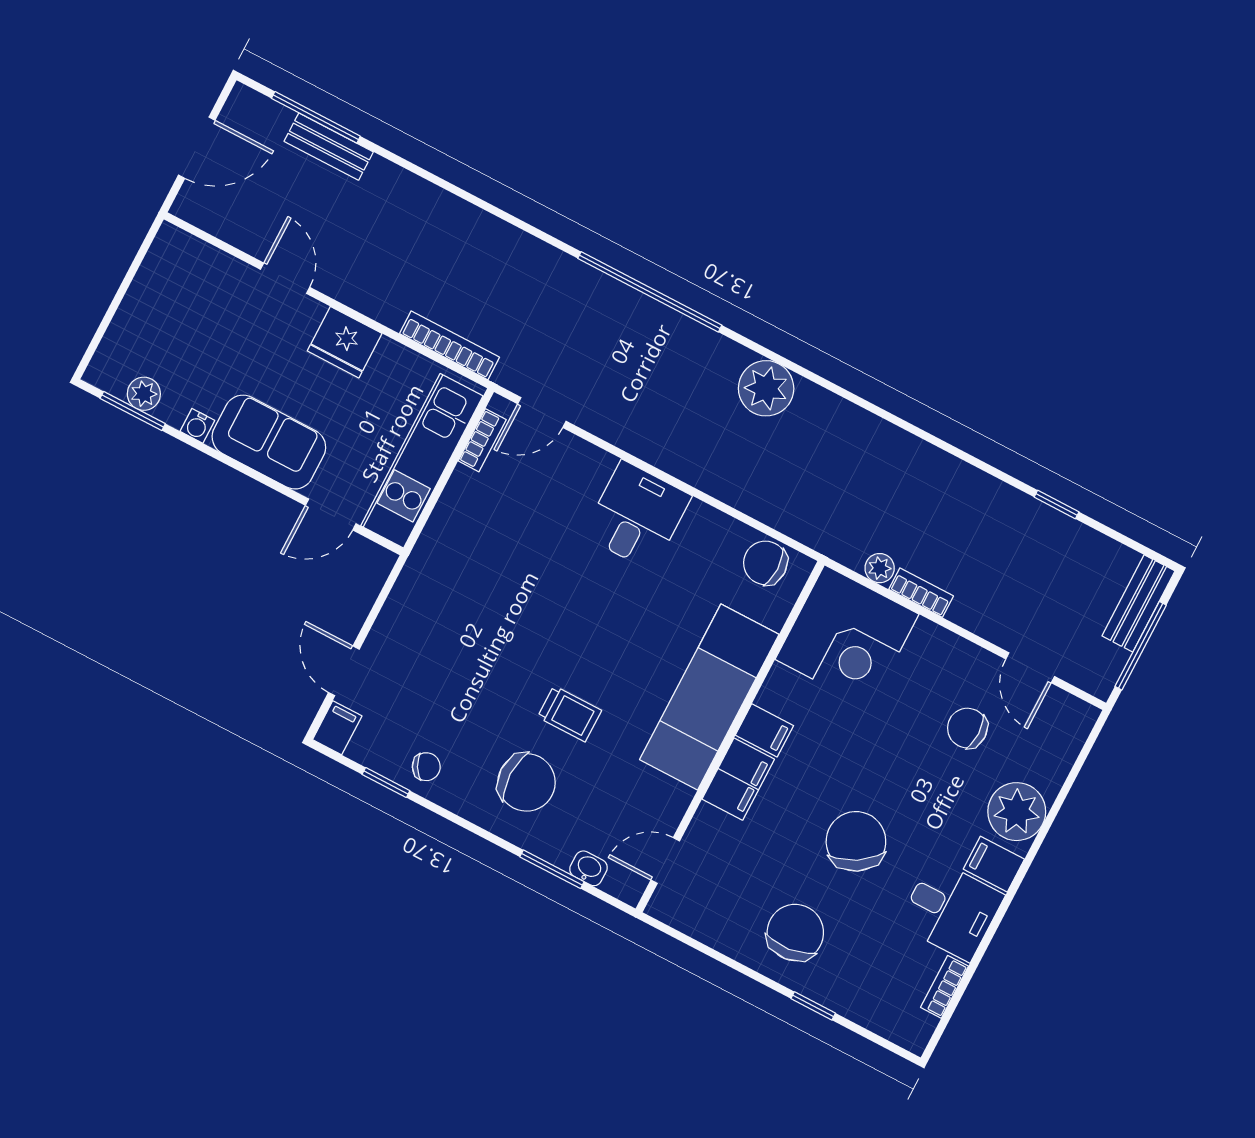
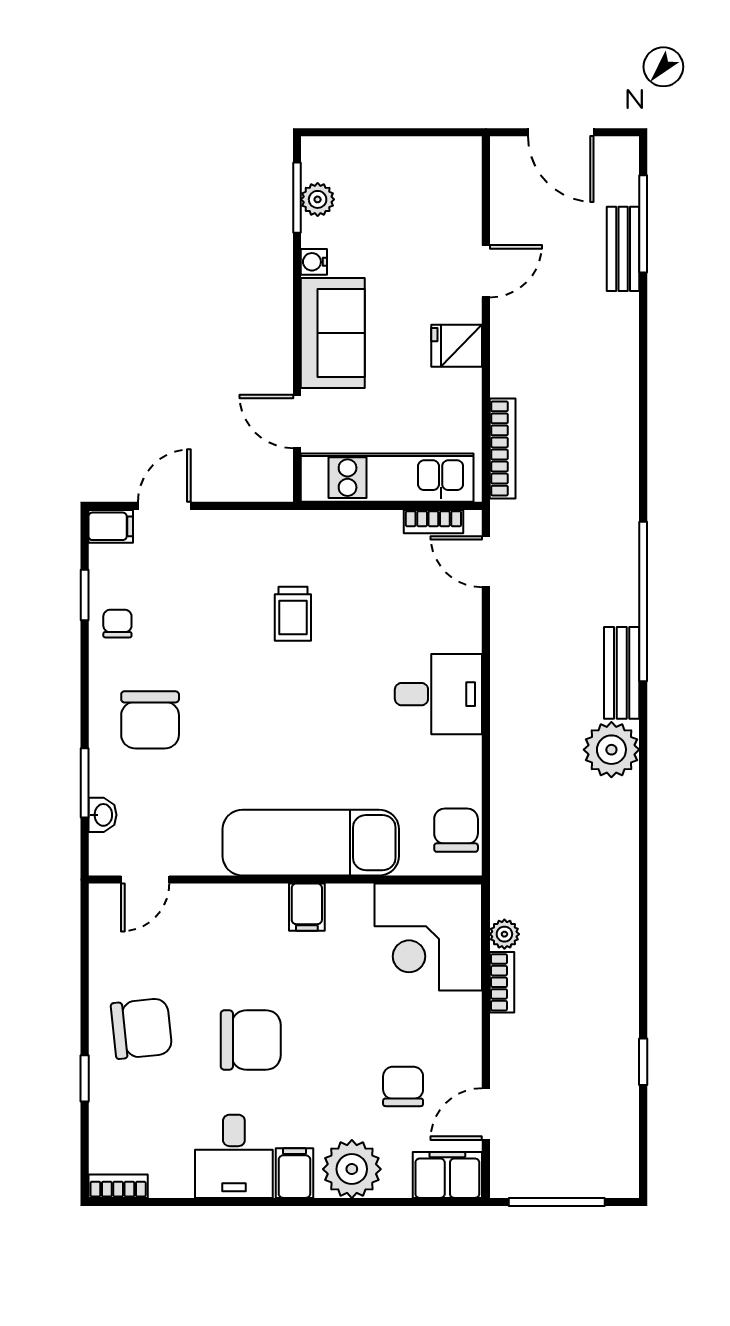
fridge: (345, 342) -> (457, 346), width x0.72
bench: (1138, 603) -> (622, 673), moved, turned 90
trolley: (570, 714) -> (293, 614), moved
chair: (426, 767) -> (117, 624), turned -151
filing cabinet: (738, 779) -> (447, 1175), moved, turned 180
chair: (856, 841) -> (251, 1040), turned 31
door: (665, 860) -> (145, 879), swing flipped
bookcase: (944, 987) -> (118, 1186), moved

